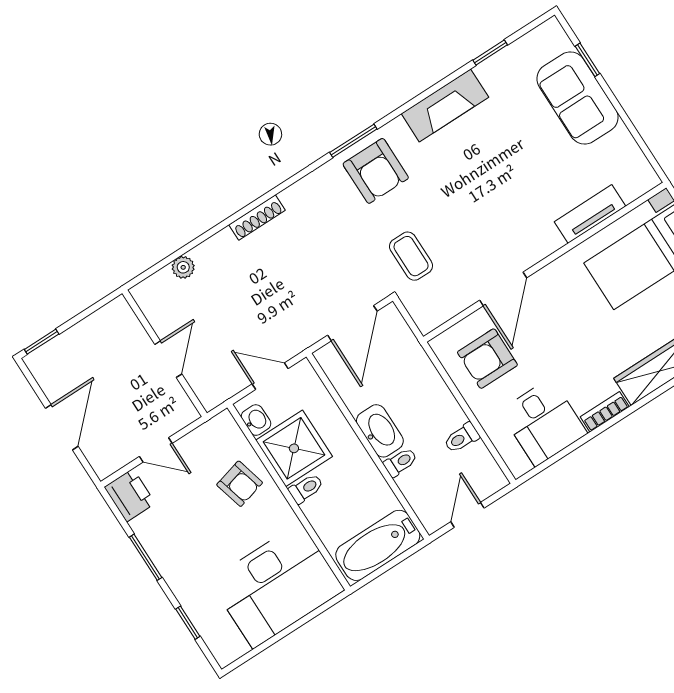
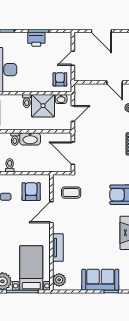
plant: (633, 183) -> (59, 280), added
tv unit: (590, 214) -> (58, 248), moved
coffee table: (411, 256) -> (71, 193), moved
door: (503, 289) -> (51, 212), hinge flipped
door: (168, 359) -> (115, 82), moved
armchair: (240, 484) -> (60, 79), moved, turned 105
printer: (130, 495) -> (36, 39), moved

